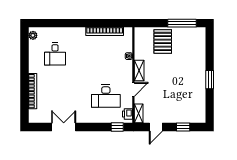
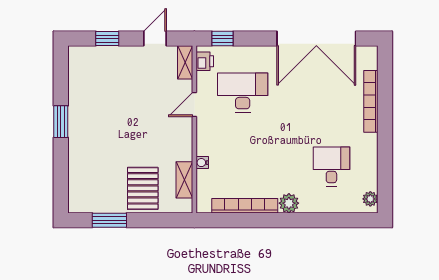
window: (182, 23) -> (109, 220), width x0.69
plant: (79, 33) -> (289, 203), added
shelving: (139, 70) -> (184, 180), moved
double door: (64, 127) -> (316, 39), width x1.87

